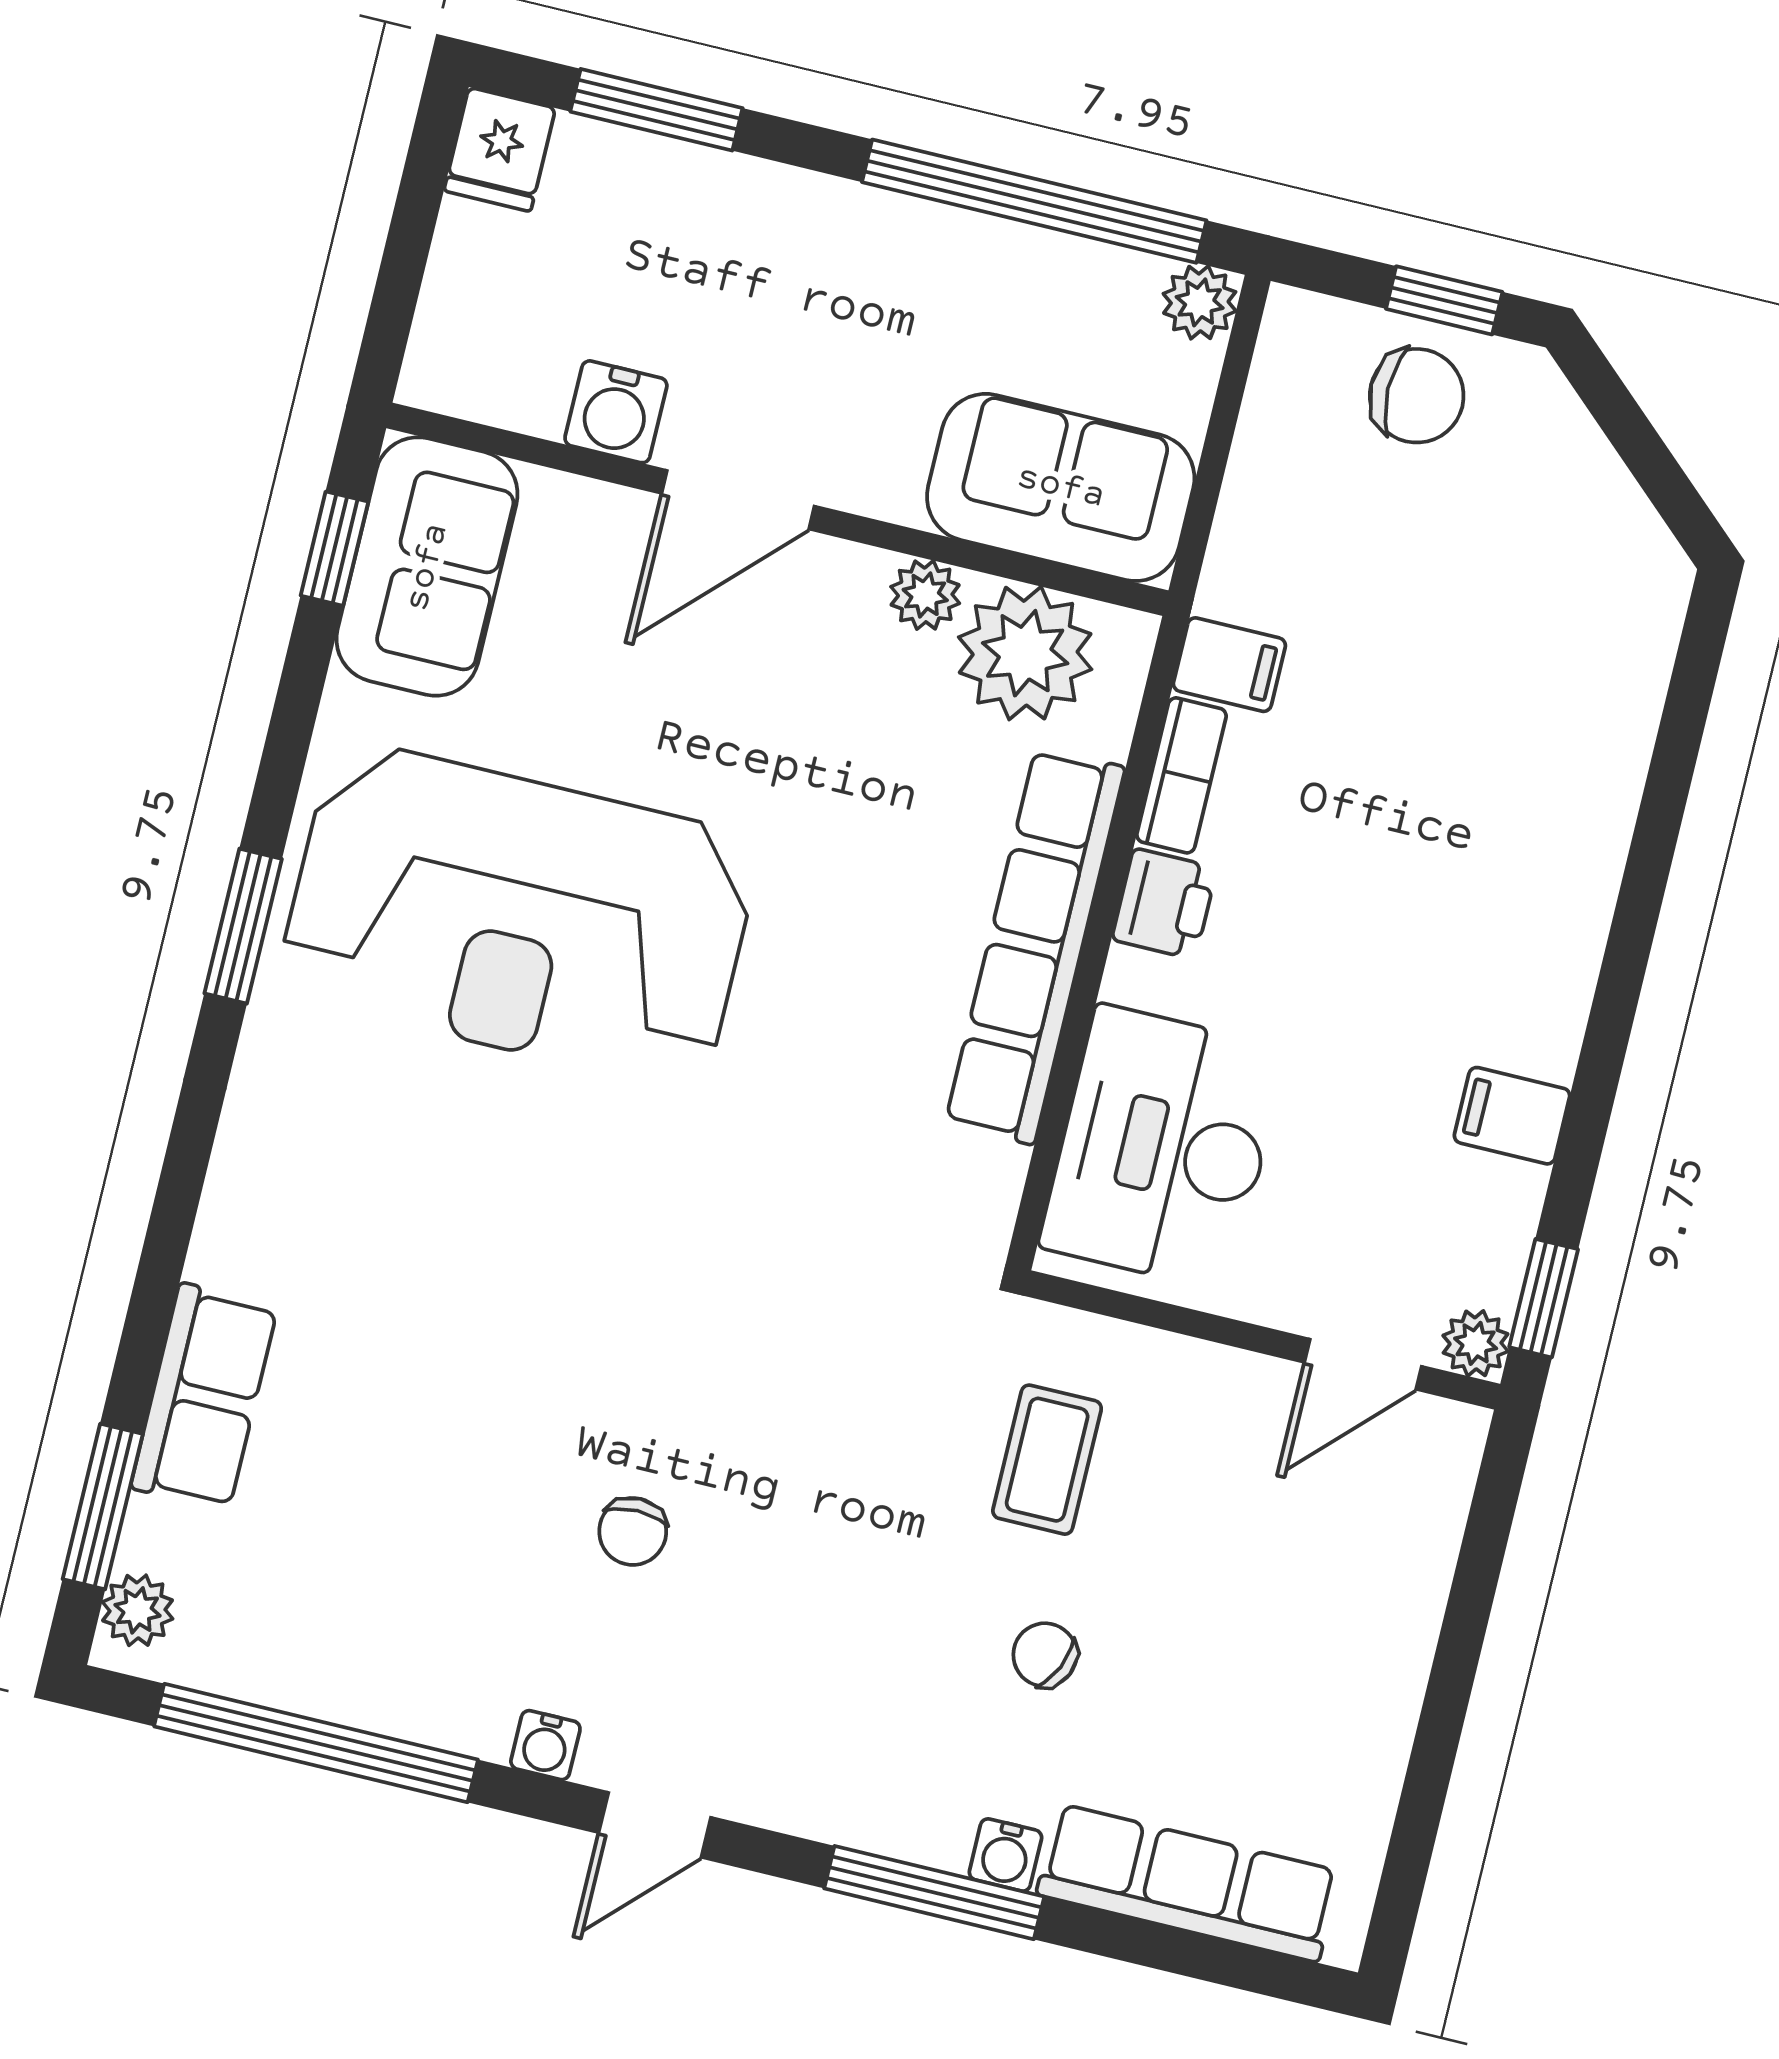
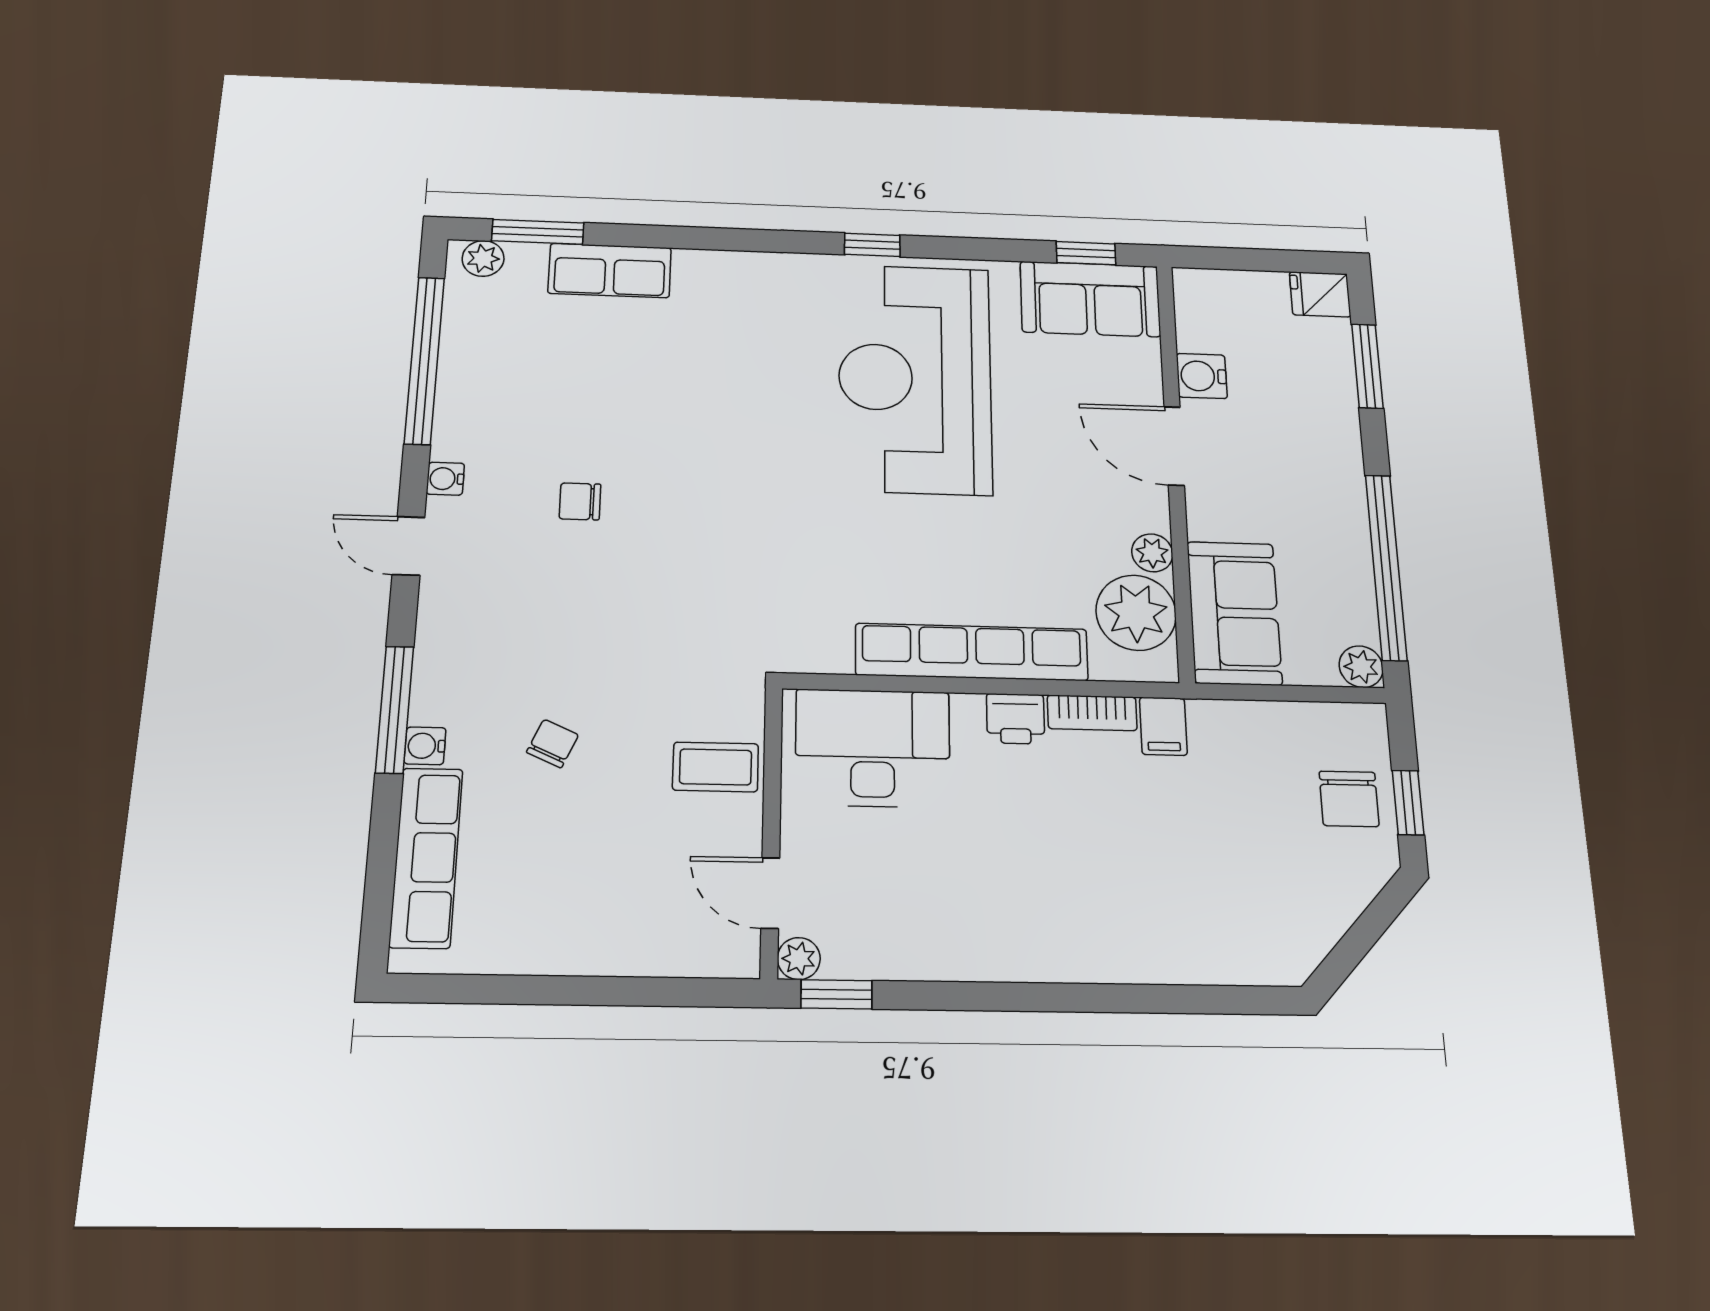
window: (243, 926) -> (872, 245), width x0.67
filing cabinet: (1512, 1116) -> (944, 949), removed
coffee table: (1047, 1460) -> (716, 767), moved

